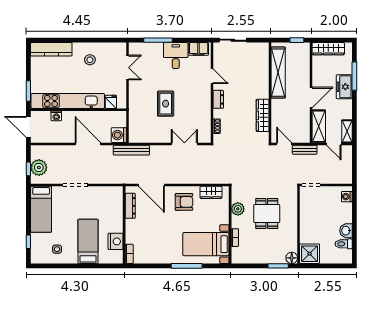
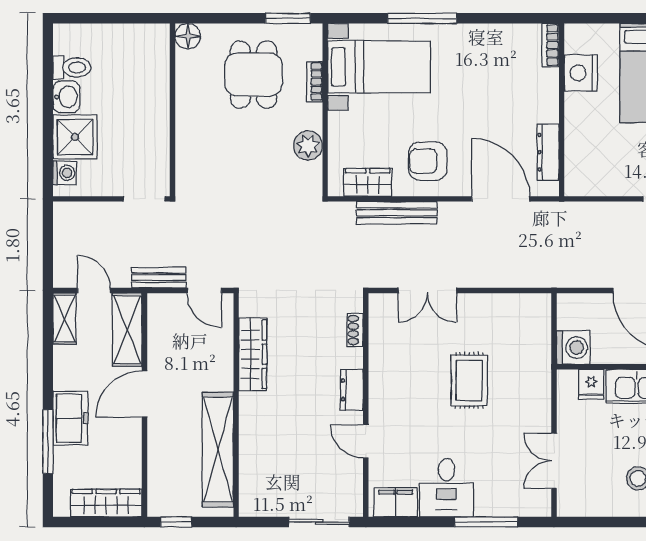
washing machine: (119, 135) -> (573, 347), moved
bench: (131, 150) -> (397, 213), moved
dining table: (267, 213) -> (253, 75), moved
shower: (310, 254) -> (75, 137), moved
window: (278, 266) -> (288, 18), moved

